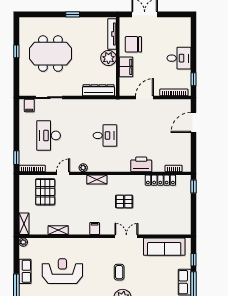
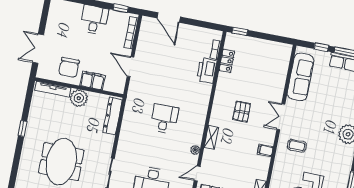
printer: (141, 164) -> (207, 71), moved
door: (63, 173) -> (197, 173), hinge flipped
locker: (160, 180) -> (227, 61), width x0.66
coffee table: (119, 272) -> (297, 146), moved

